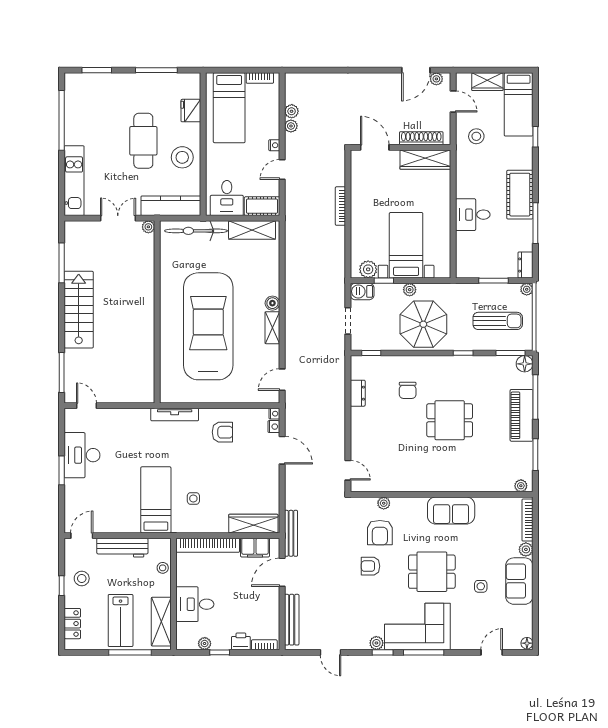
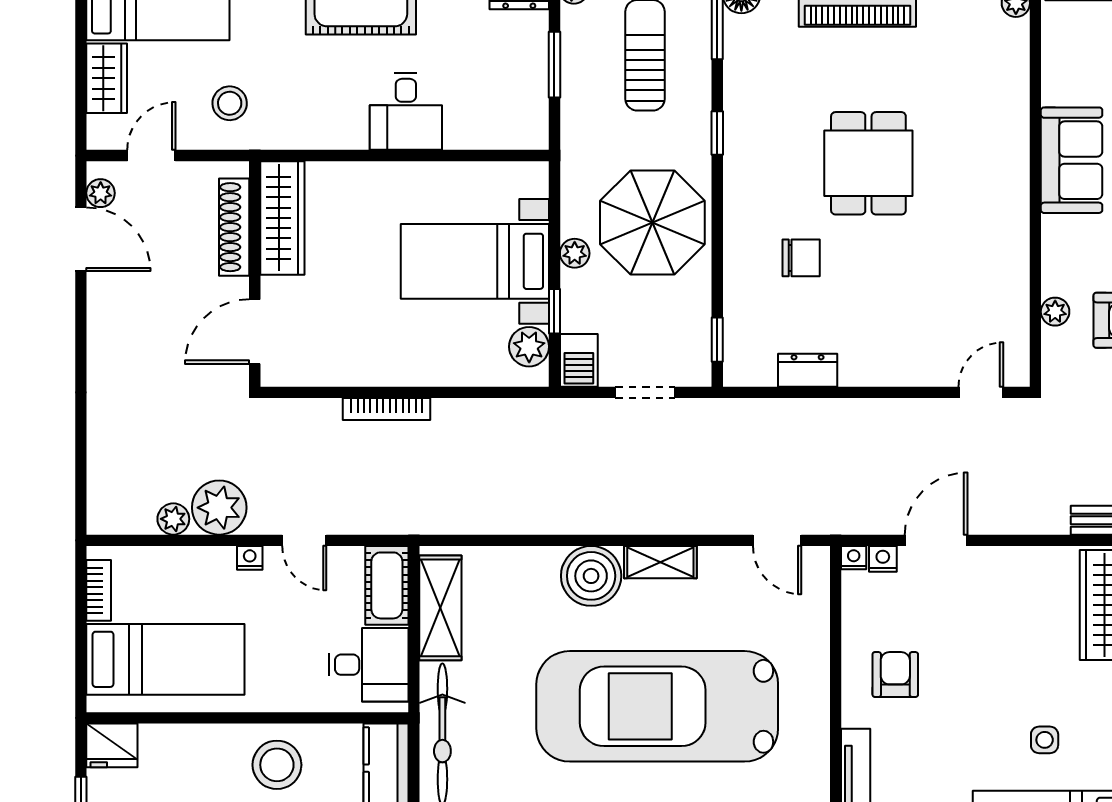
fridge: (191, 111) -> (112, 745), moved
plant: (291, 126) -> (219, 508), width x1.88, depth x1.88
boiler: (272, 303) -> (591, 576), width x1.86, depth x1.86

